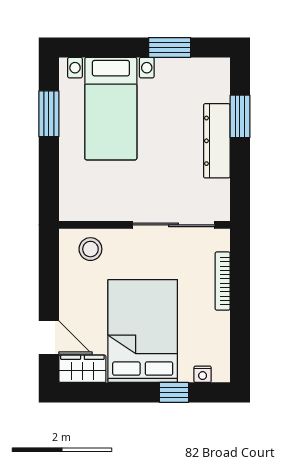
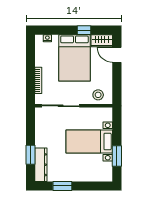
bed with nightstands: (111, 109) -> (89, 142), moved, turned -90
dresser: (217, 141) -> (41, 165), moved
window: (174, 392) -> (84, 30), moved

